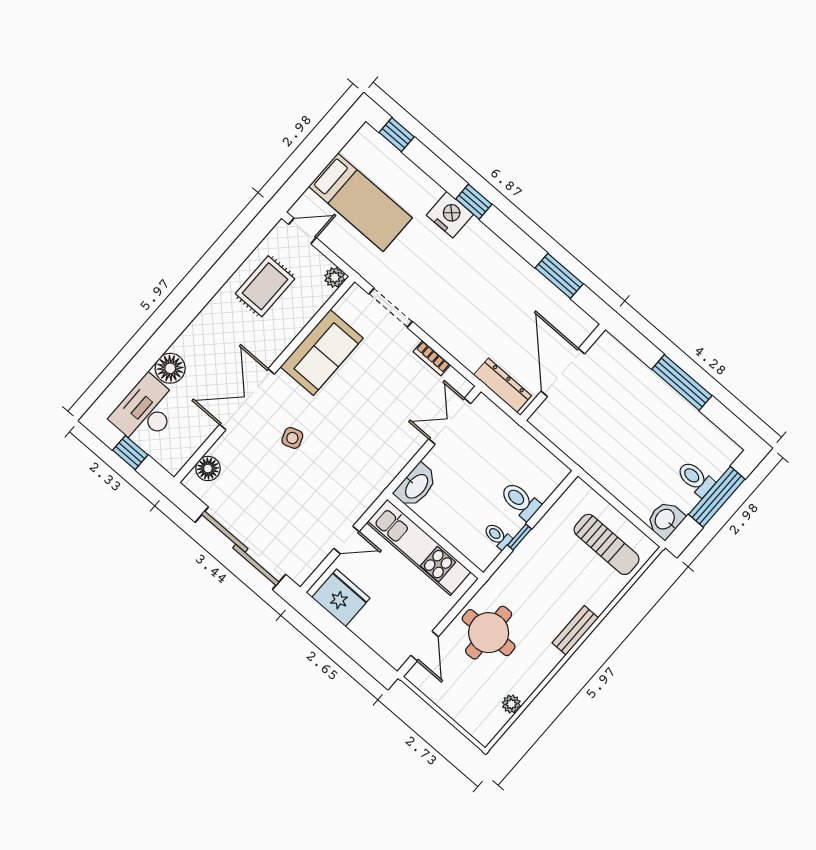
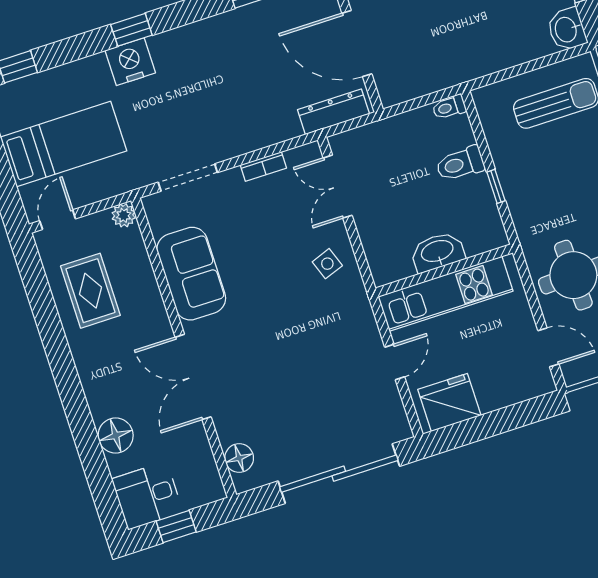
desk: (146, 411) -> (147, 496), width x0.73
side table: (292, 438) -> (327, 264), moved
washbasin: (416, 486) -> (437, 252), moved, turned -90
toilet: (498, 536) -> (449, 107), moved

